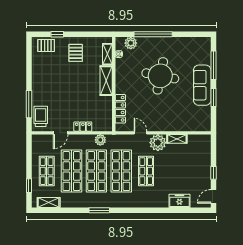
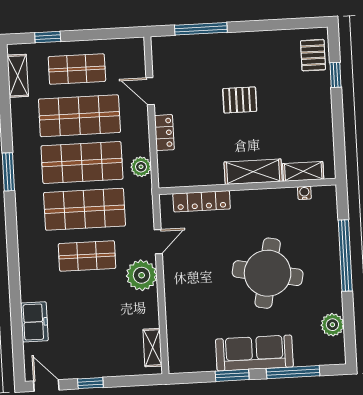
plant: (131, 43) -> (332, 325), moved
pallet: (76, 53) -> (240, 100), moved
trolley: (41, 116) -> (179, 52), removed
shelving: (177, 139) -> (153, 348), moved

